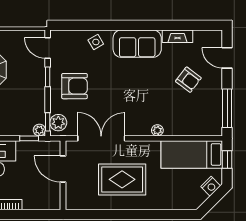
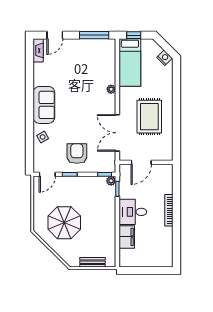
fireplace: (178, 36) -> (38, 50), moved
armchair: (188, 80) -> (72, 65), removed
plant: (58, 123) -> (105, 166), removed
nightstand: (211, 186) -> (164, 58), moved

